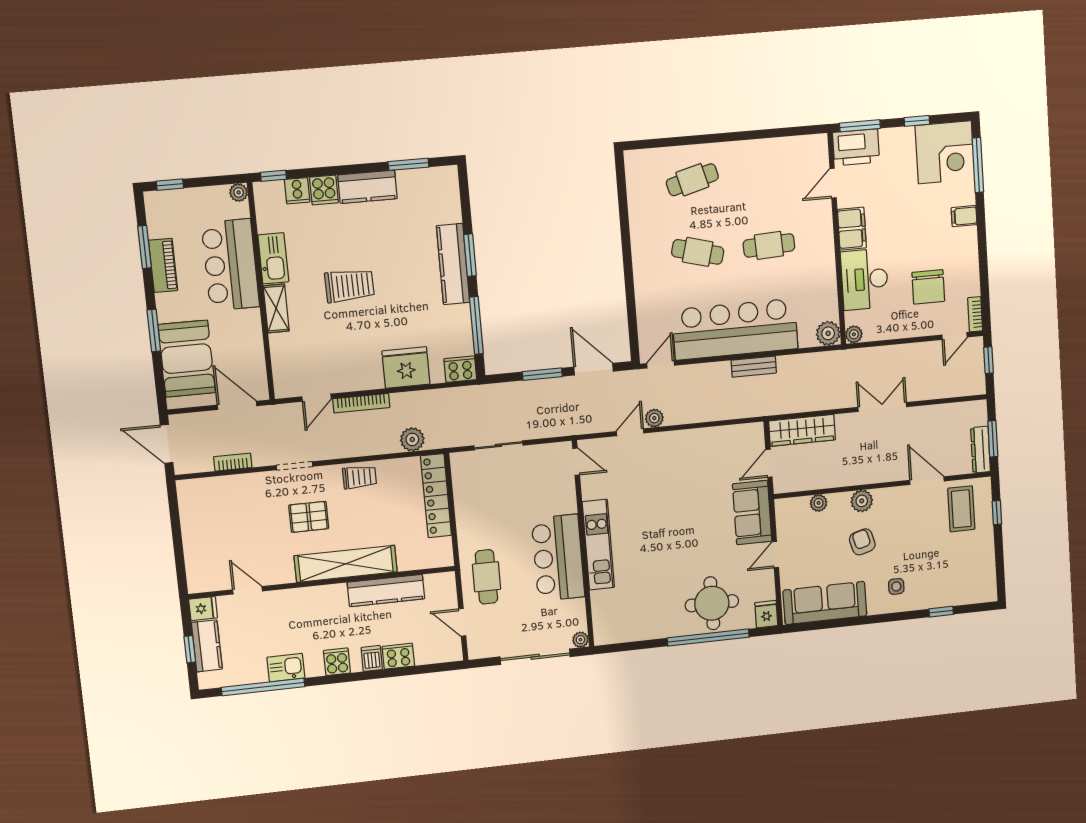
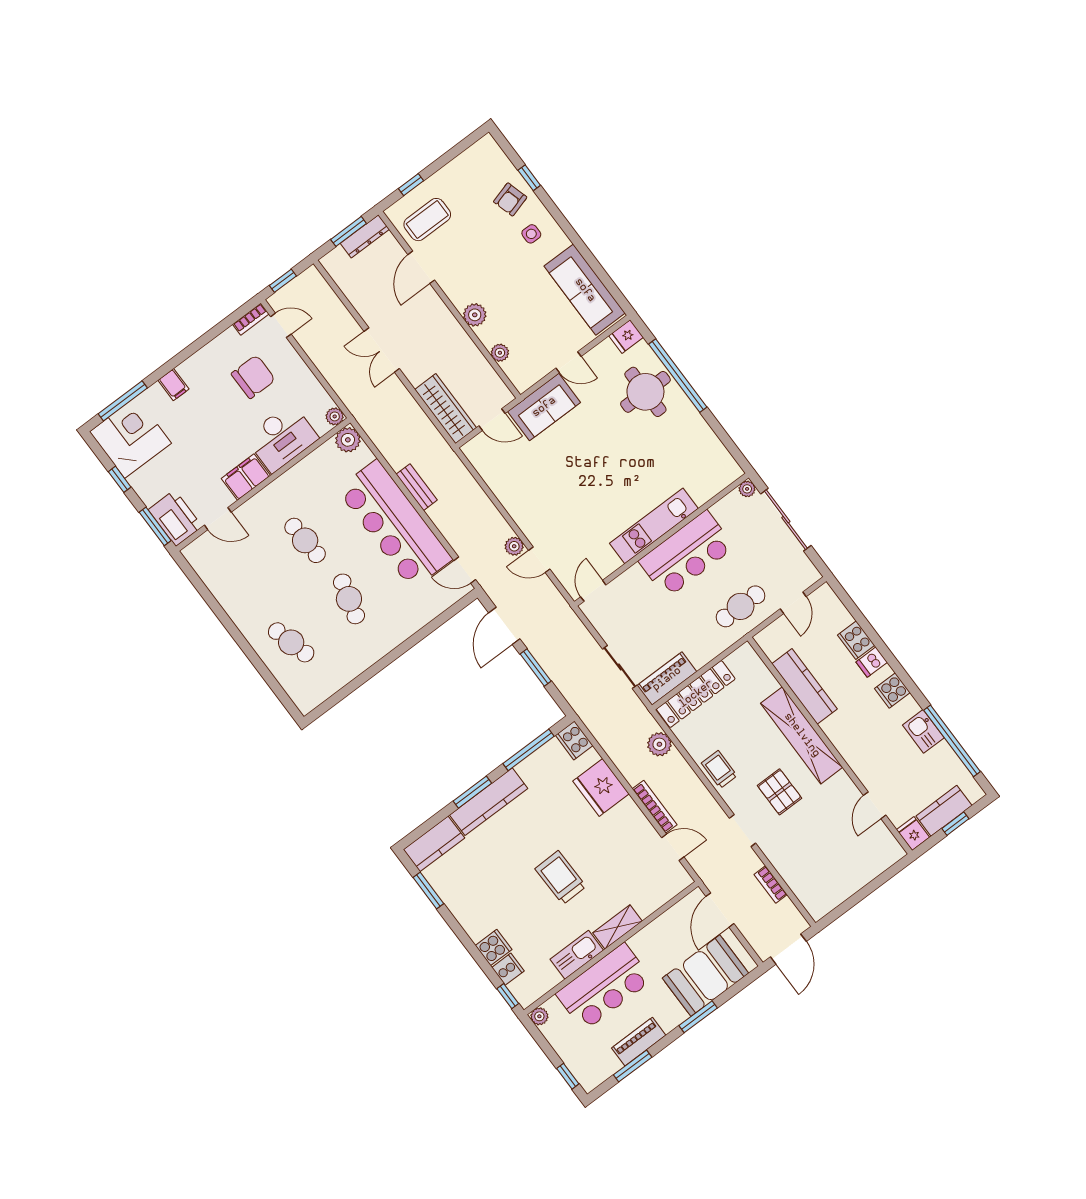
kitchen counter: (367, 187) -> (434, 844), moved, turned 90
piano: (464, 479) -> (667, 679), added
armchair: (862, 542) -> (510, 199), moved

